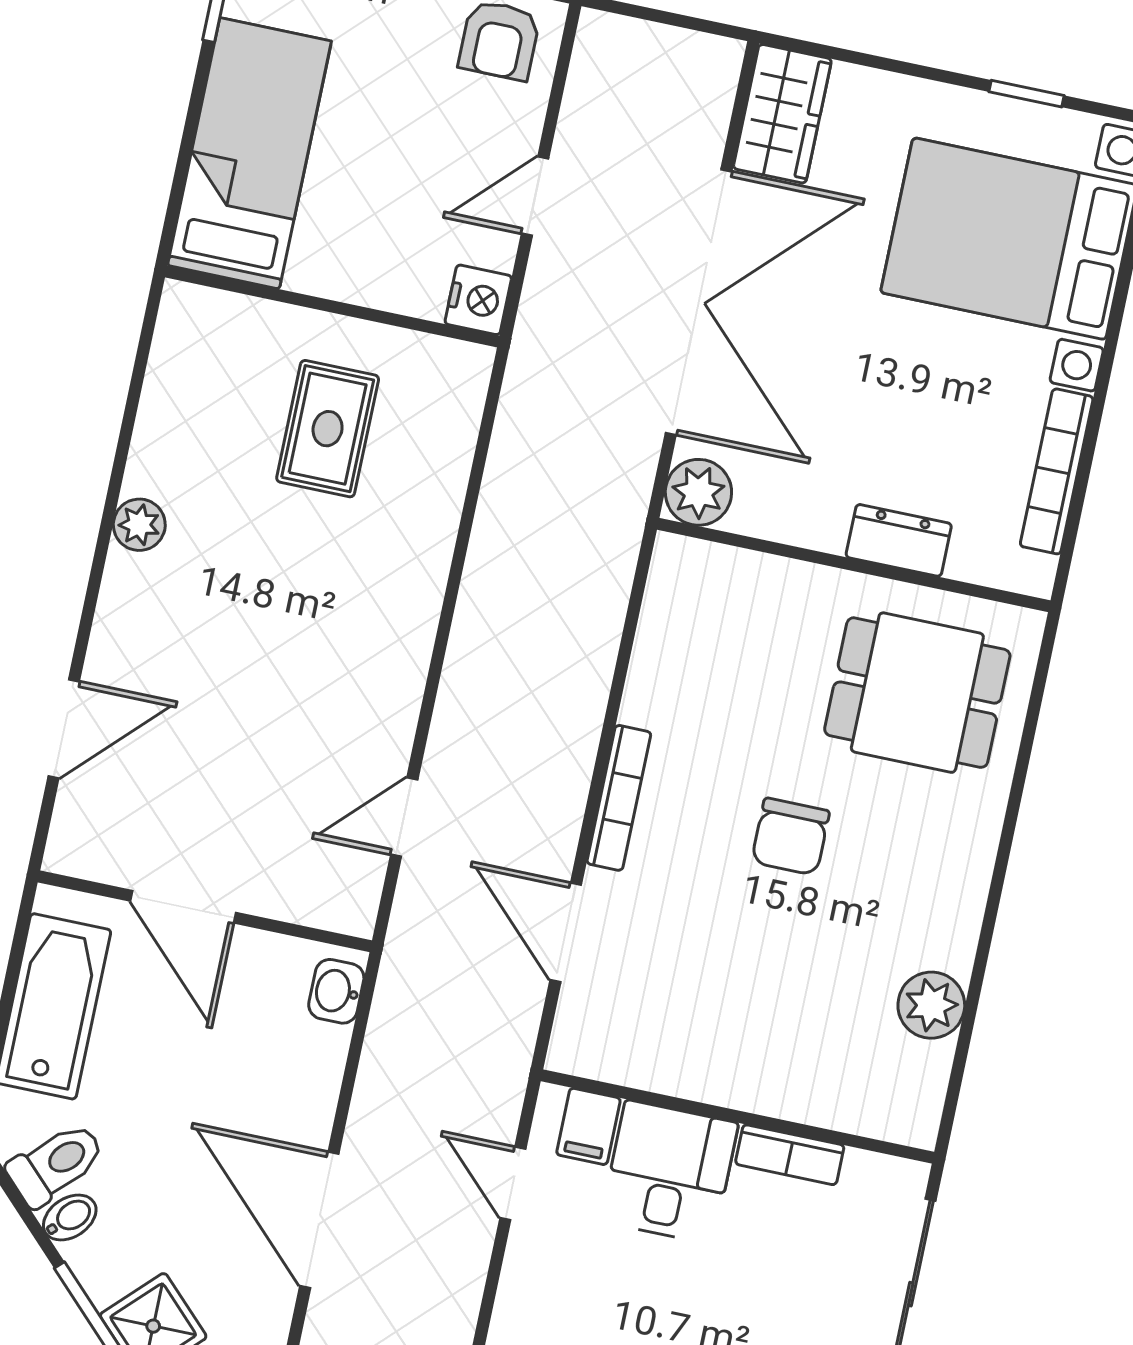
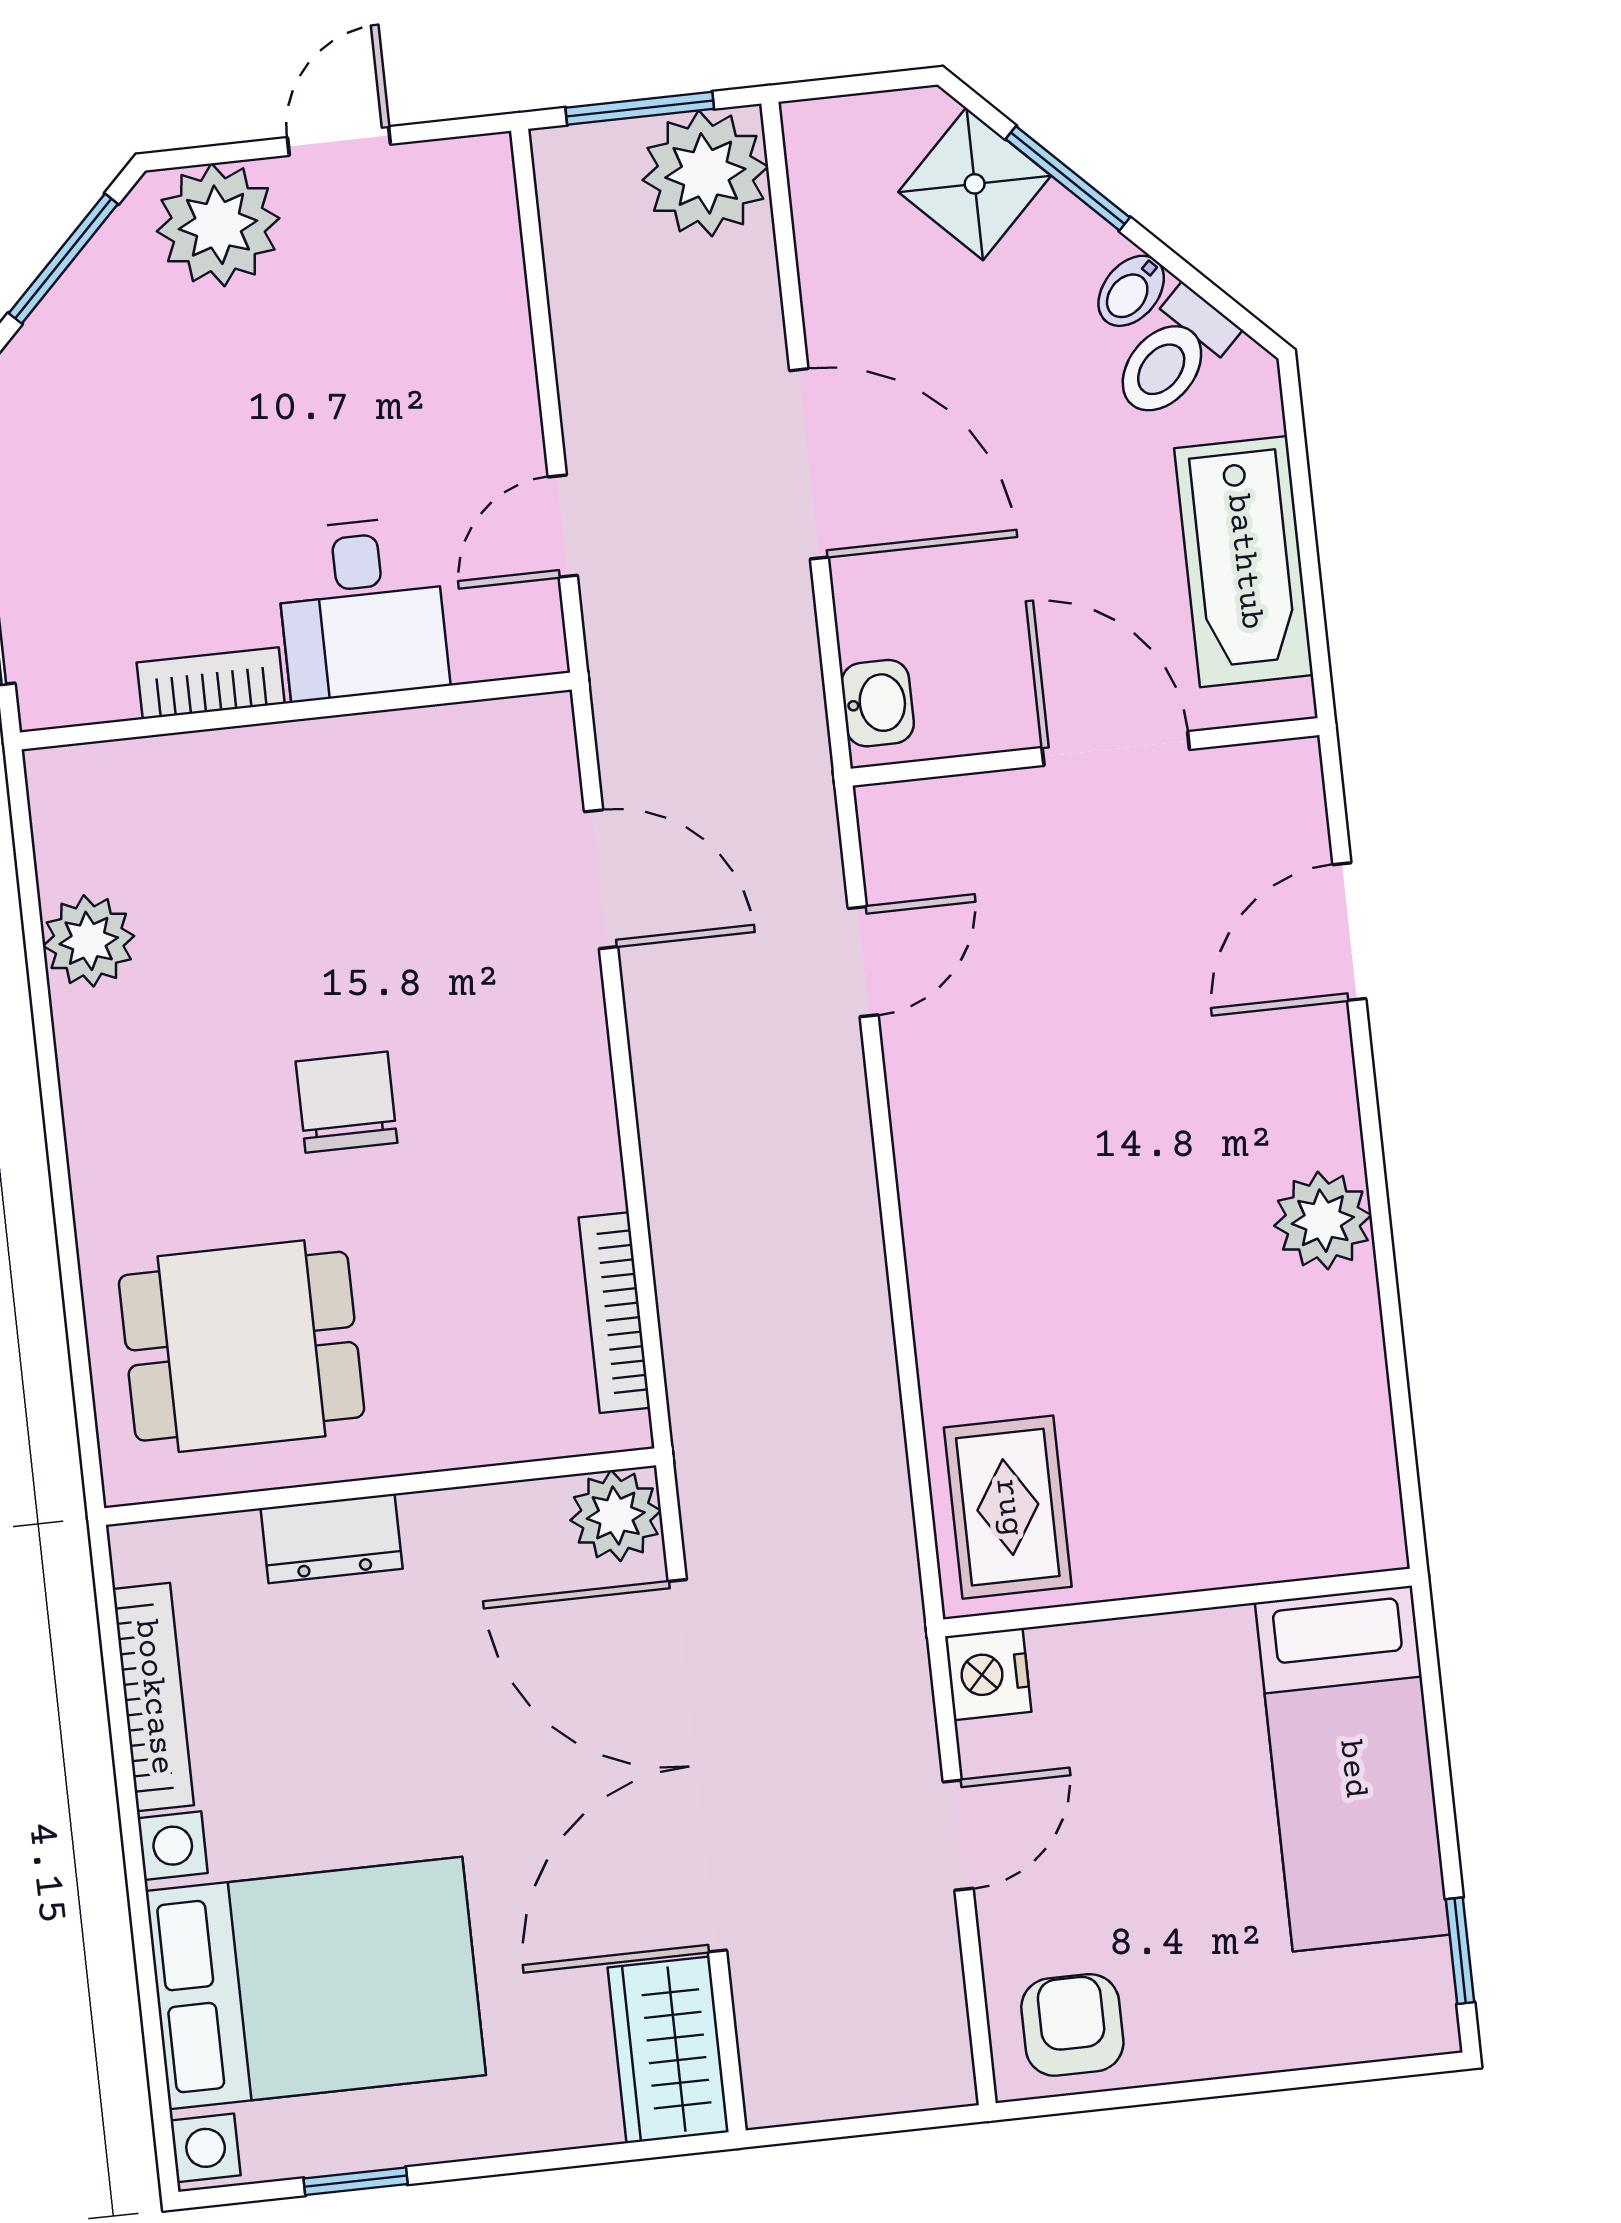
rug: (328, 429) -> (1008, 1507), moved
plant: (139, 525) -> (1323, 1221), width x1.38, depth x1.38
bookcase: (619, 798) -> (614, 1313), moved
filing cabinet: (588, 1126) -> (488, 634), removed
door: (513, 1184) -> (563, 526), swing flipped
door: (319, 1220) -> (809, 464), moved

